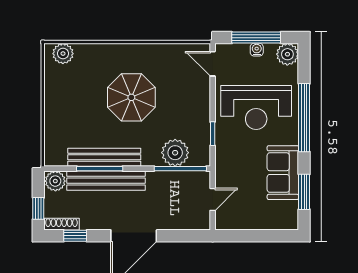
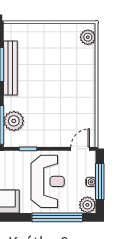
parasol: (131, 97) -> (55, 88), removed
reception desk: (256, 107) -> (48, 181), turned 180
window: (304, 118) -> (57, 217), moved

